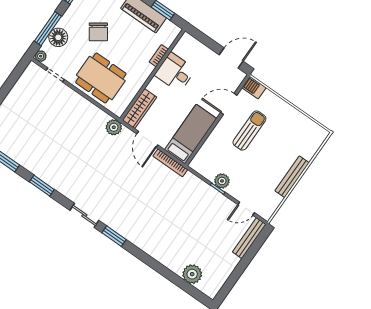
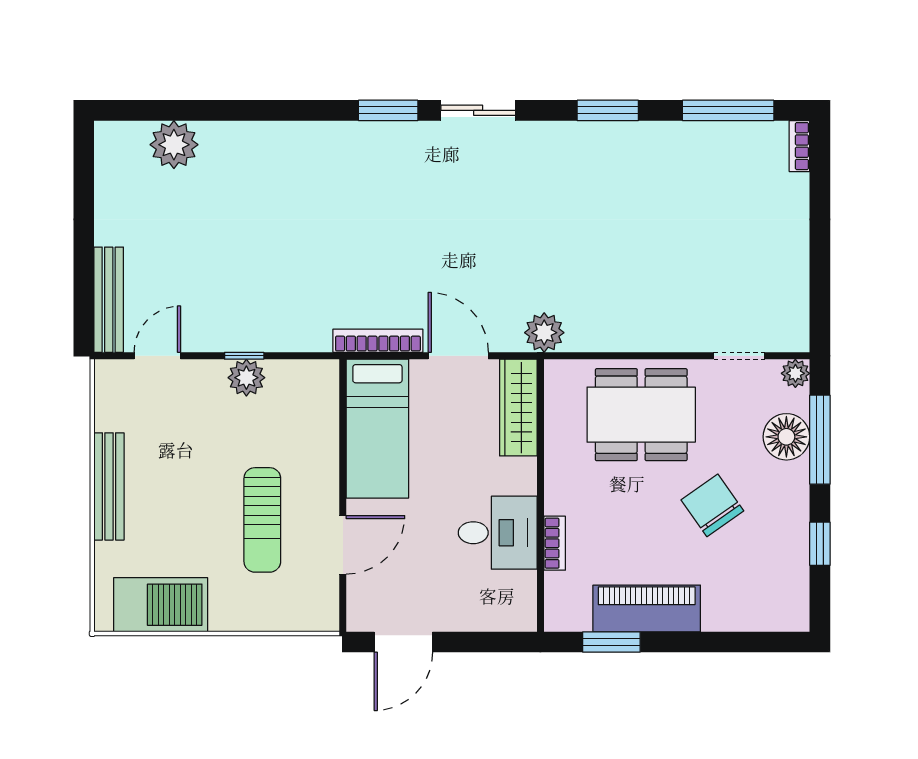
barbecue: (254, 88) -> (161, 605), moved, width x1.88, depth x1.53

